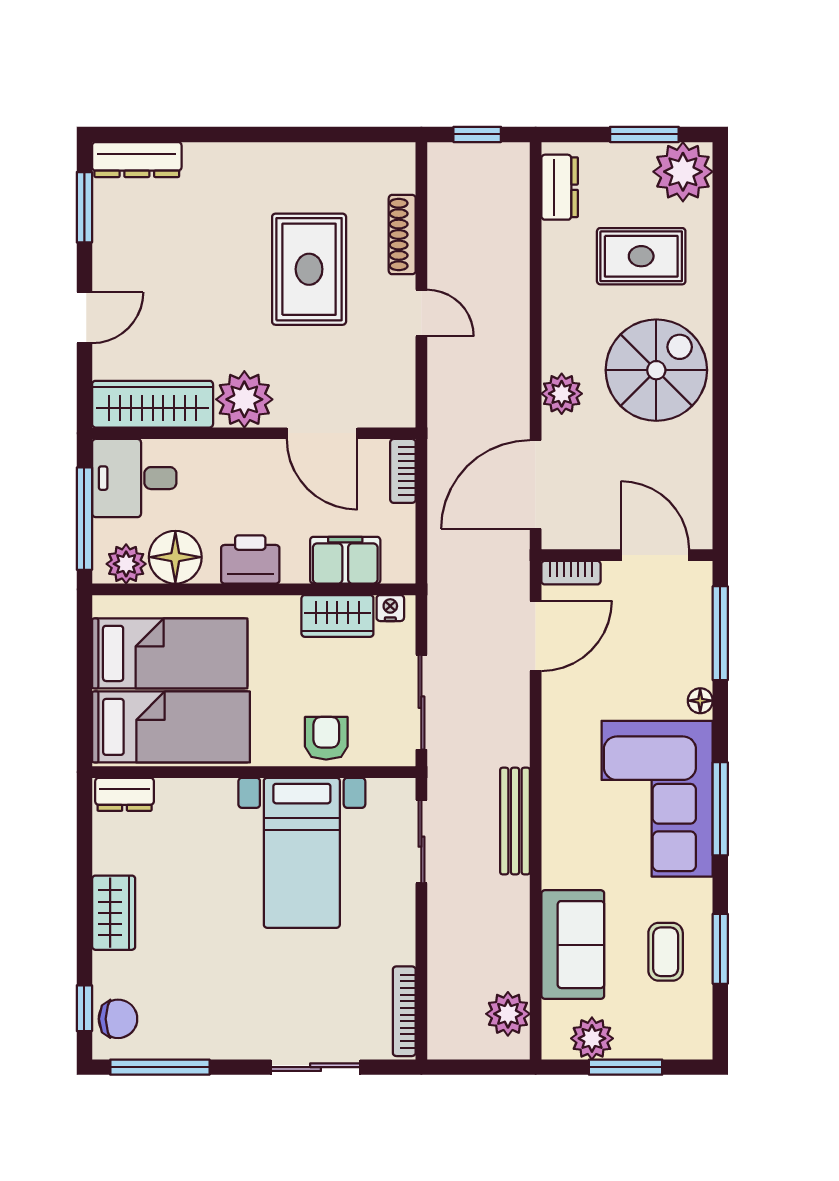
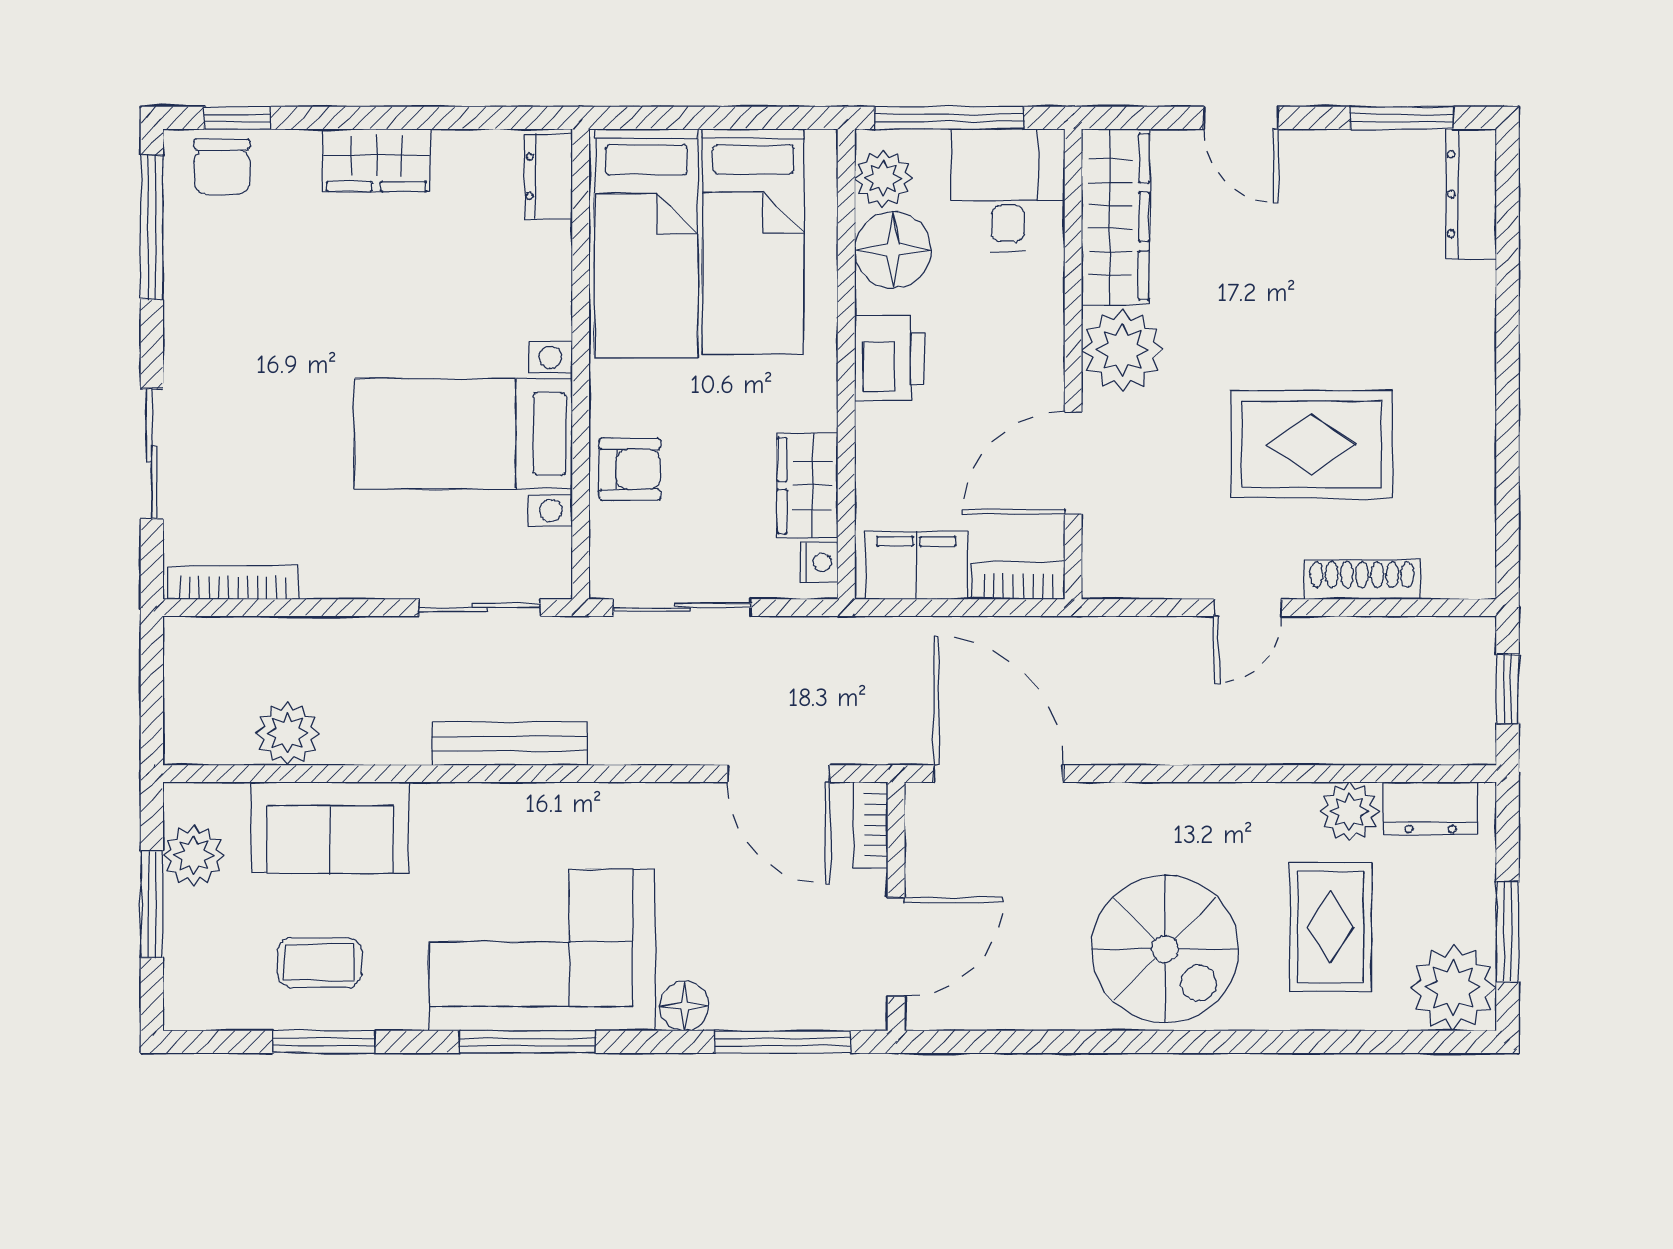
plant: (562, 394) -> (1350, 811), moved
filing cabinet: (345, 560) -> (916, 565), moved, turned -90
floor lamp: (700, 701) -> (684, 1006), width x1.37, depth x1.37
plant: (508, 1014) -> (287, 733), moved

